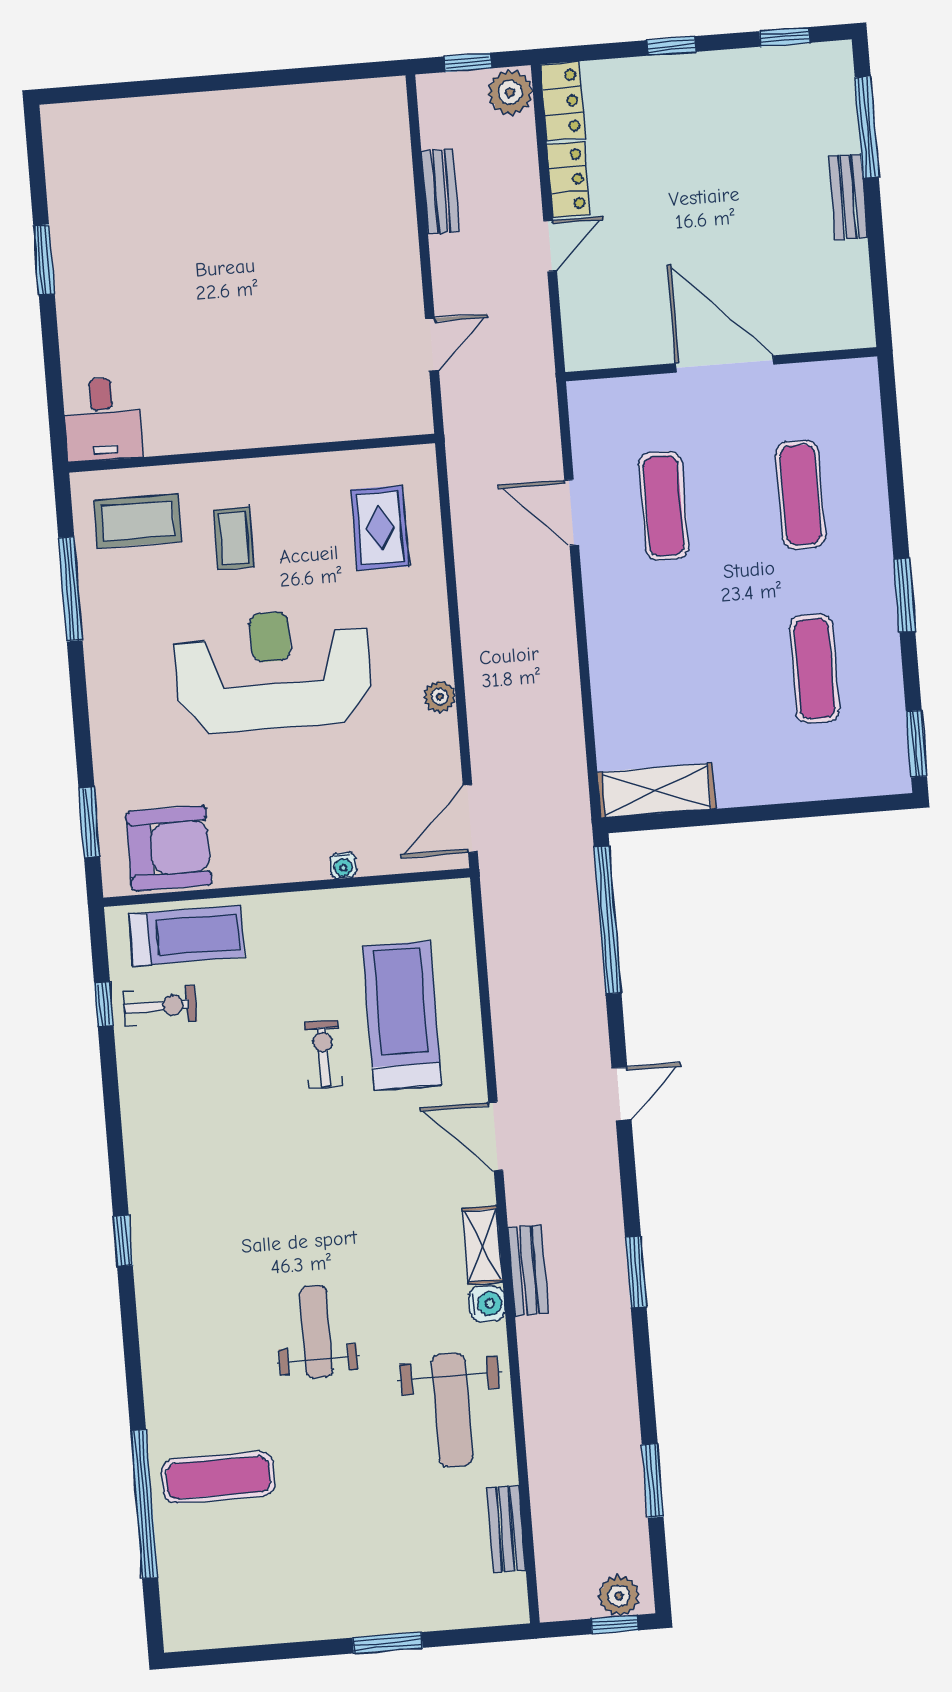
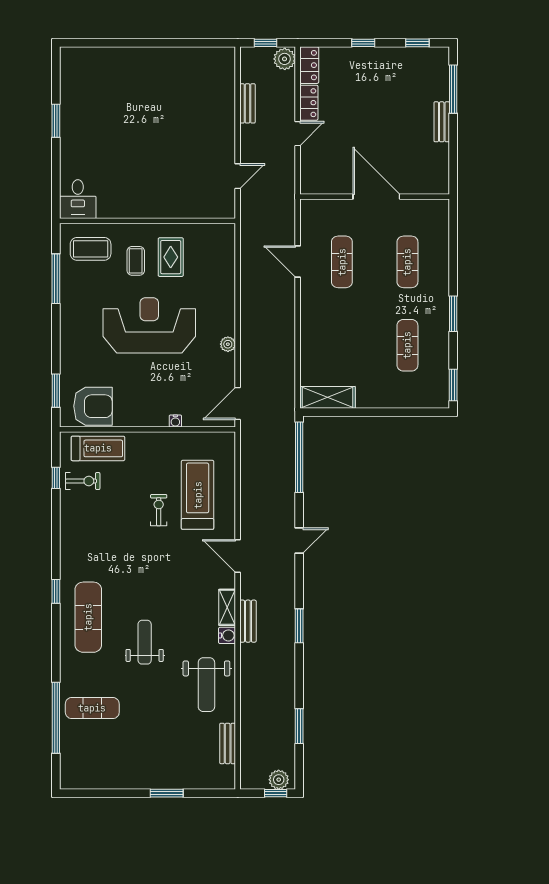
rug: (380, 528) -> (171, 257), moved
exercise mat: (195, 1289) -> (88, 617), added

